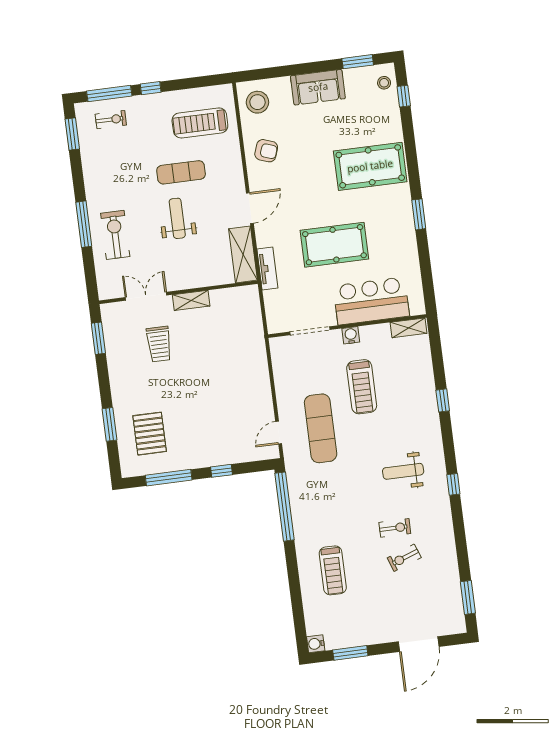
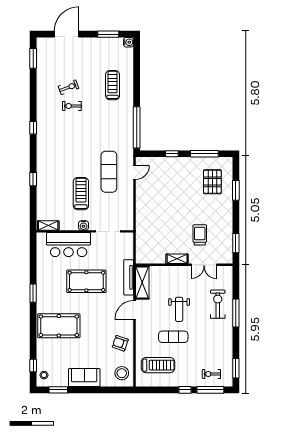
exercise bike: (115, 235) -> (218, 304), turned 180
tv unit: (267, 268) -> (129, 277), width x1.41
weight bench: (403, 471) -> (63, 139), removed

